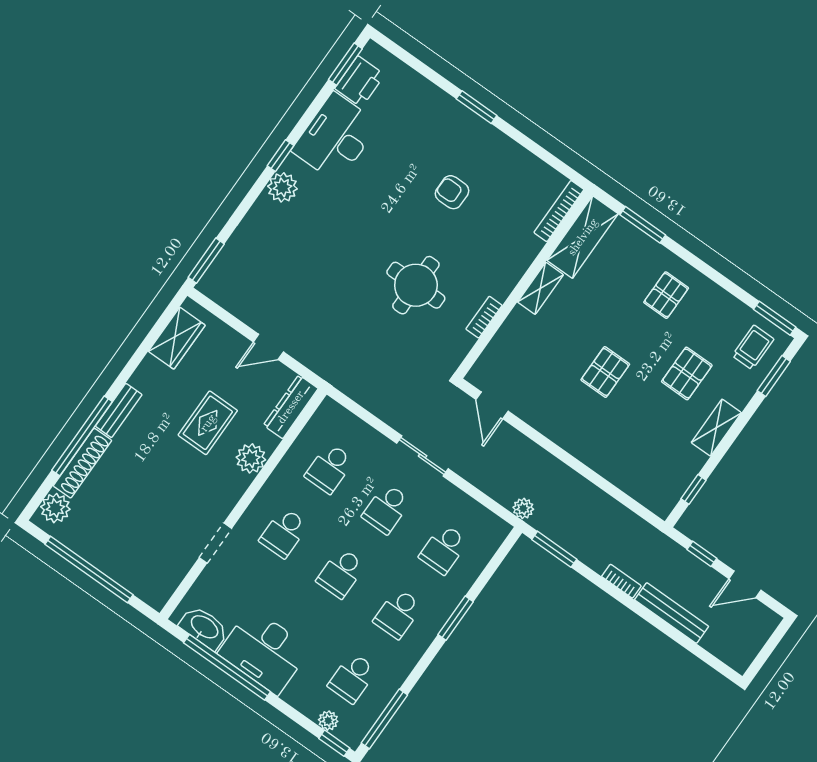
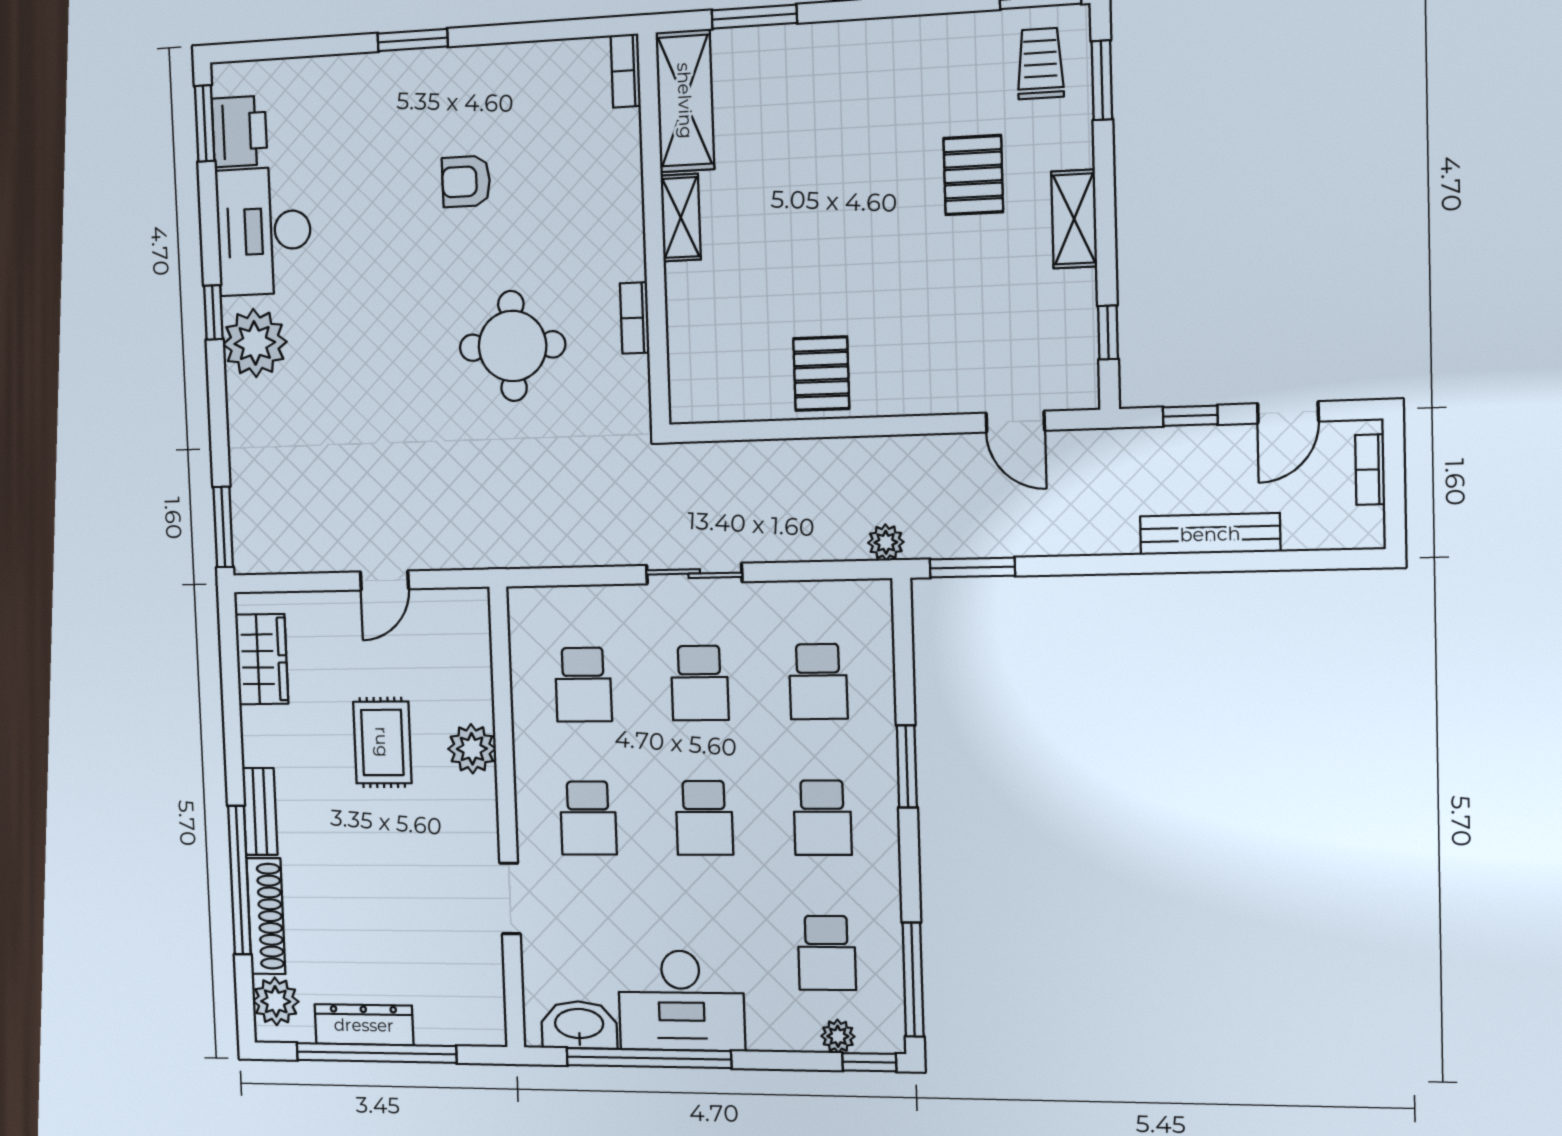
plant: (283, 187) -> (255, 343), width x1.36, depth x1.36
bookcase: (559, 211) -> (626, 71), width x0.64
pallet: (666, 295) -> (861, 88), removed
pallet: (605, 372) -> (821, 374), moved
door: (492, 405) -> (1015, 422), moved
dresser: (291, 407) -> (364, 1025), moved, turned 90
bookcase: (621, 581) -> (1370, 470), moved, turned -90

